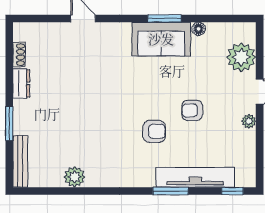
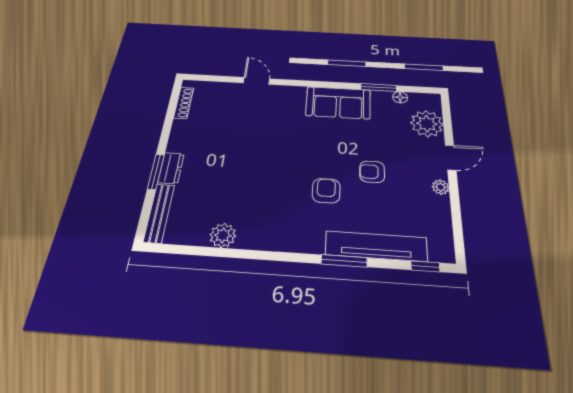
window: (164, 19) -> (379, 87), moved
floor lamp: (199, 29) -> (400, 97), moved
shoe rack: (19, 55) -> (184, 103), width x1.43
dresser: (21, 83) -> (171, 168), moved
armchair: (154, 131) -> (326, 191), turned -90

